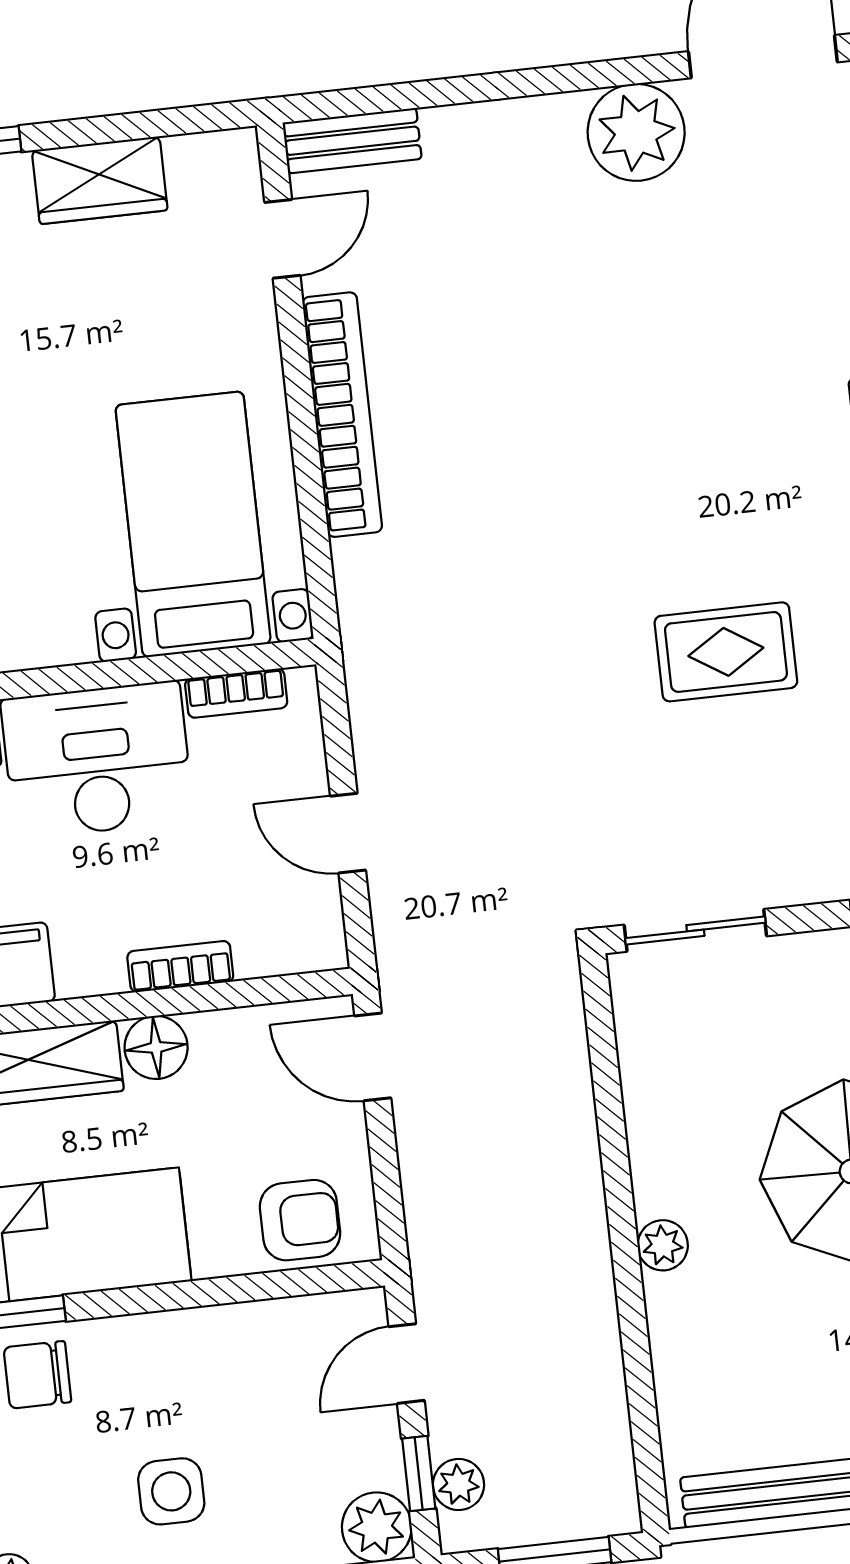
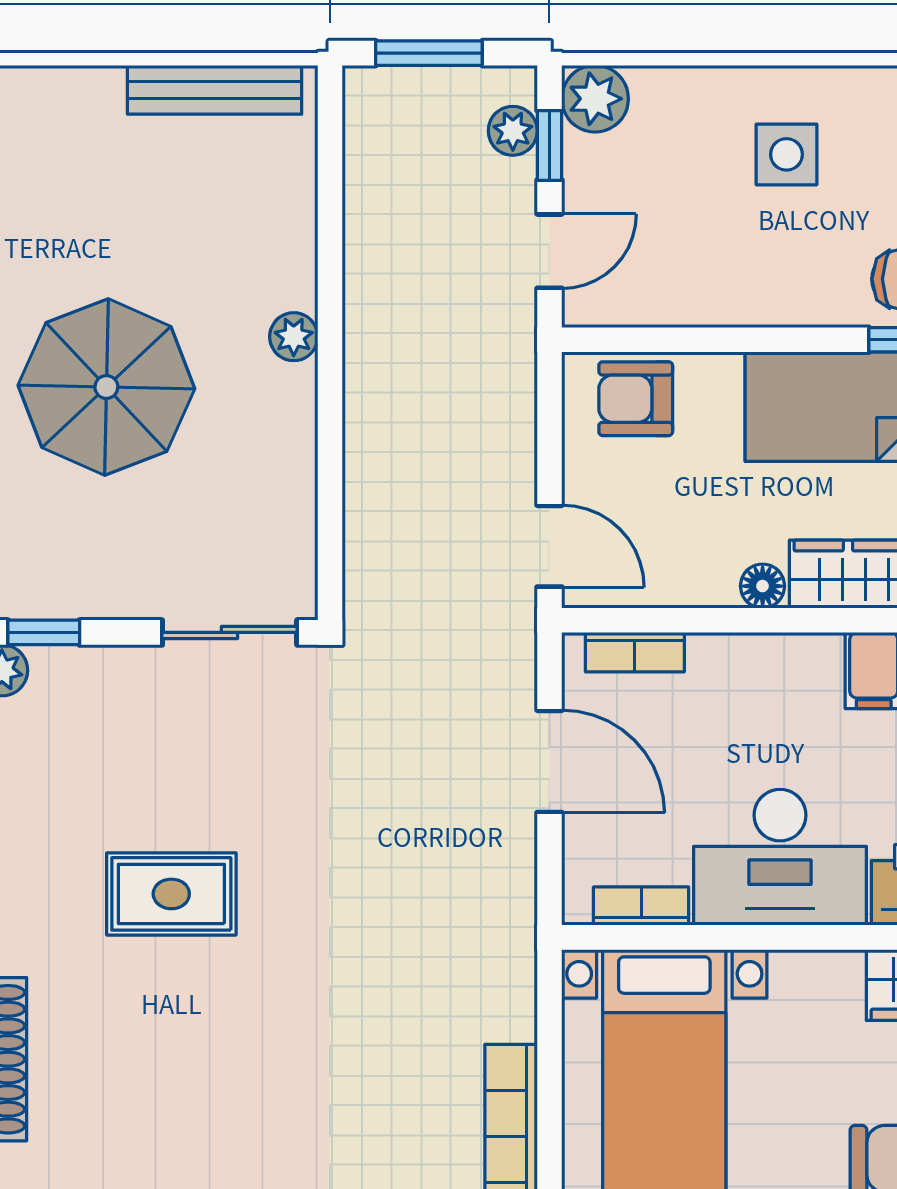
door: (348, 833) -> (549, 761), width x1.38
bookcase: (180, 966) -> (635, 652), moved
floor lamp: (156, 1047) -> (763, 586), width x0.73, depth x0.73

